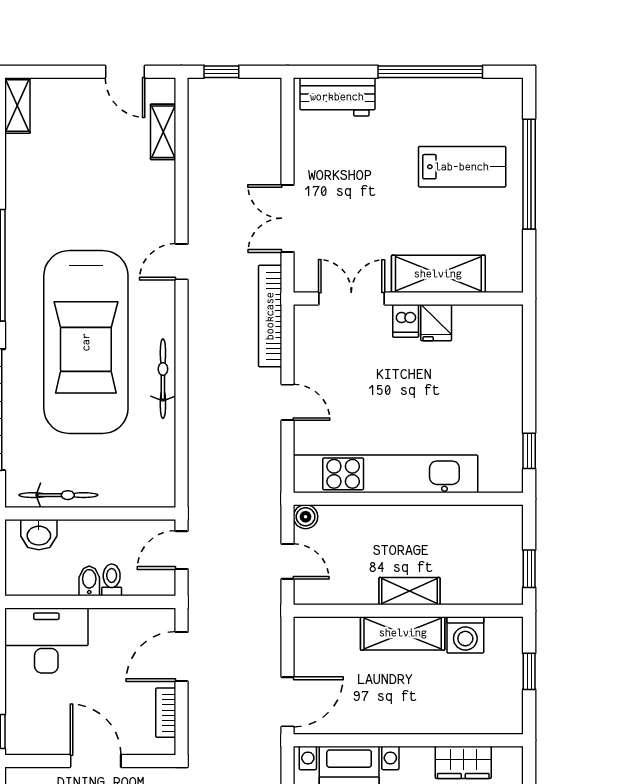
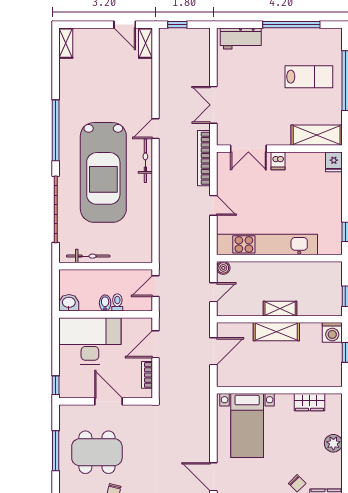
shelving: (163, 132) -> (145, 43), moved
shelving: (438, 274) -> (317, 135), moved
double door: (351, 298) -> (248, 149), swing flipped
fridge: (436, 323) -> (334, 162), moved
bicycle: (163, 379) -> (145, 161), moved
washbasin: (39, 535) -> (69, 303), moved, turned 180
door: (288, 561) -> (213, 292), hinge flipped
washing machine: (465, 635) -> (332, 332), moved
desk: (46, 640) -> (90, 341), width x1.36, depth x1.30
door: (288, 702) -> (213, 351), moved

